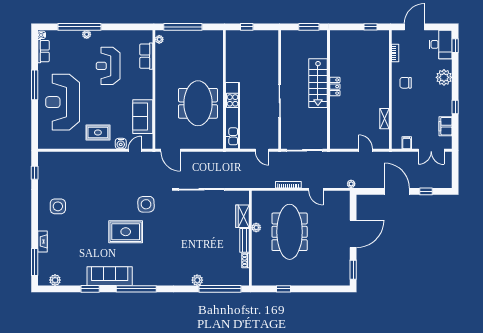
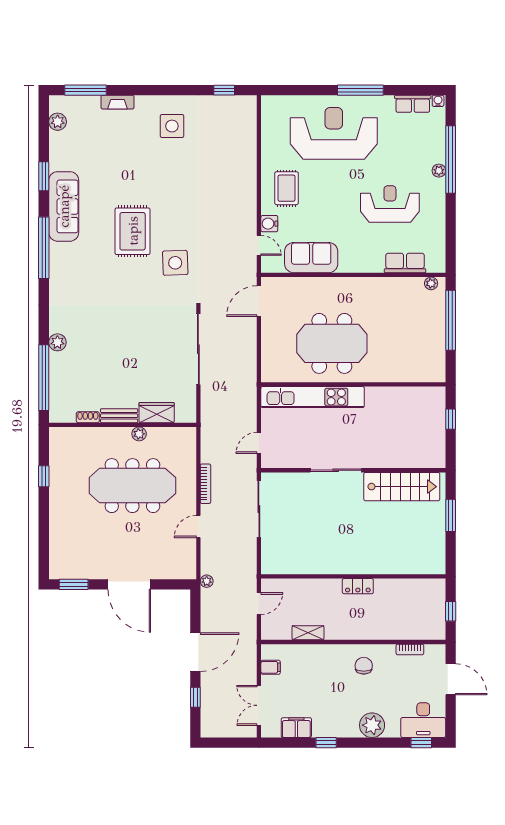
stairs: (318, 83) -> (402, 487), moved, turned 180
locker: (335, 87) -> (358, 586), moved
wall: (328, 90) -> (353, 576), moved

